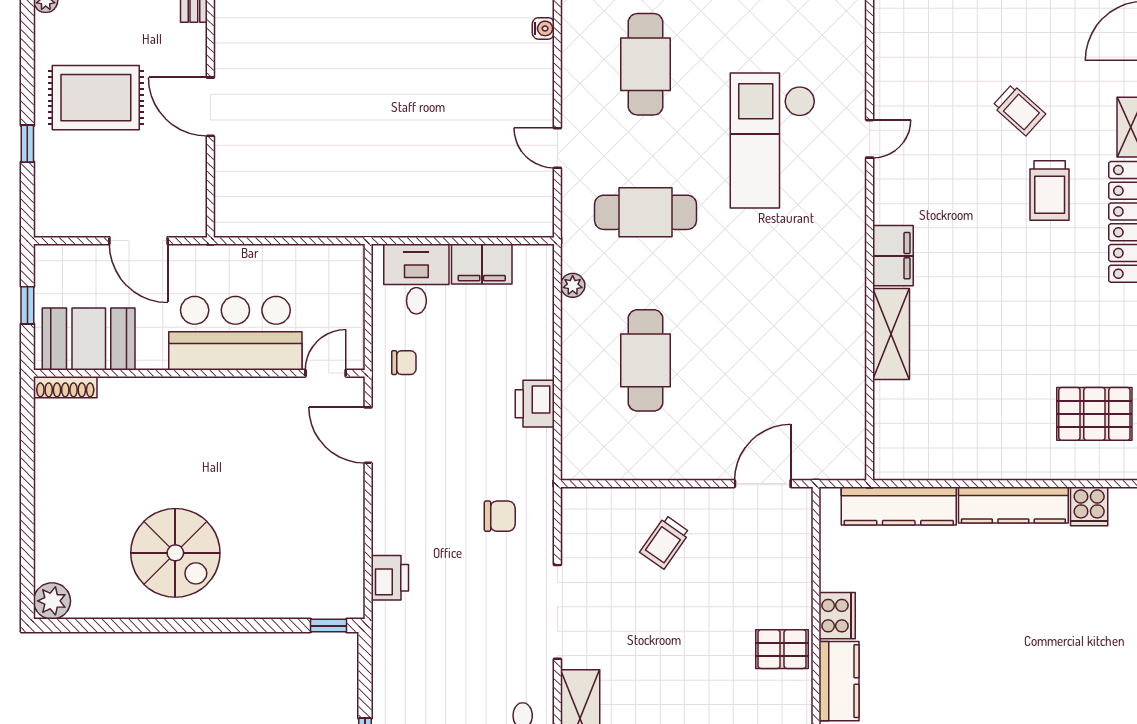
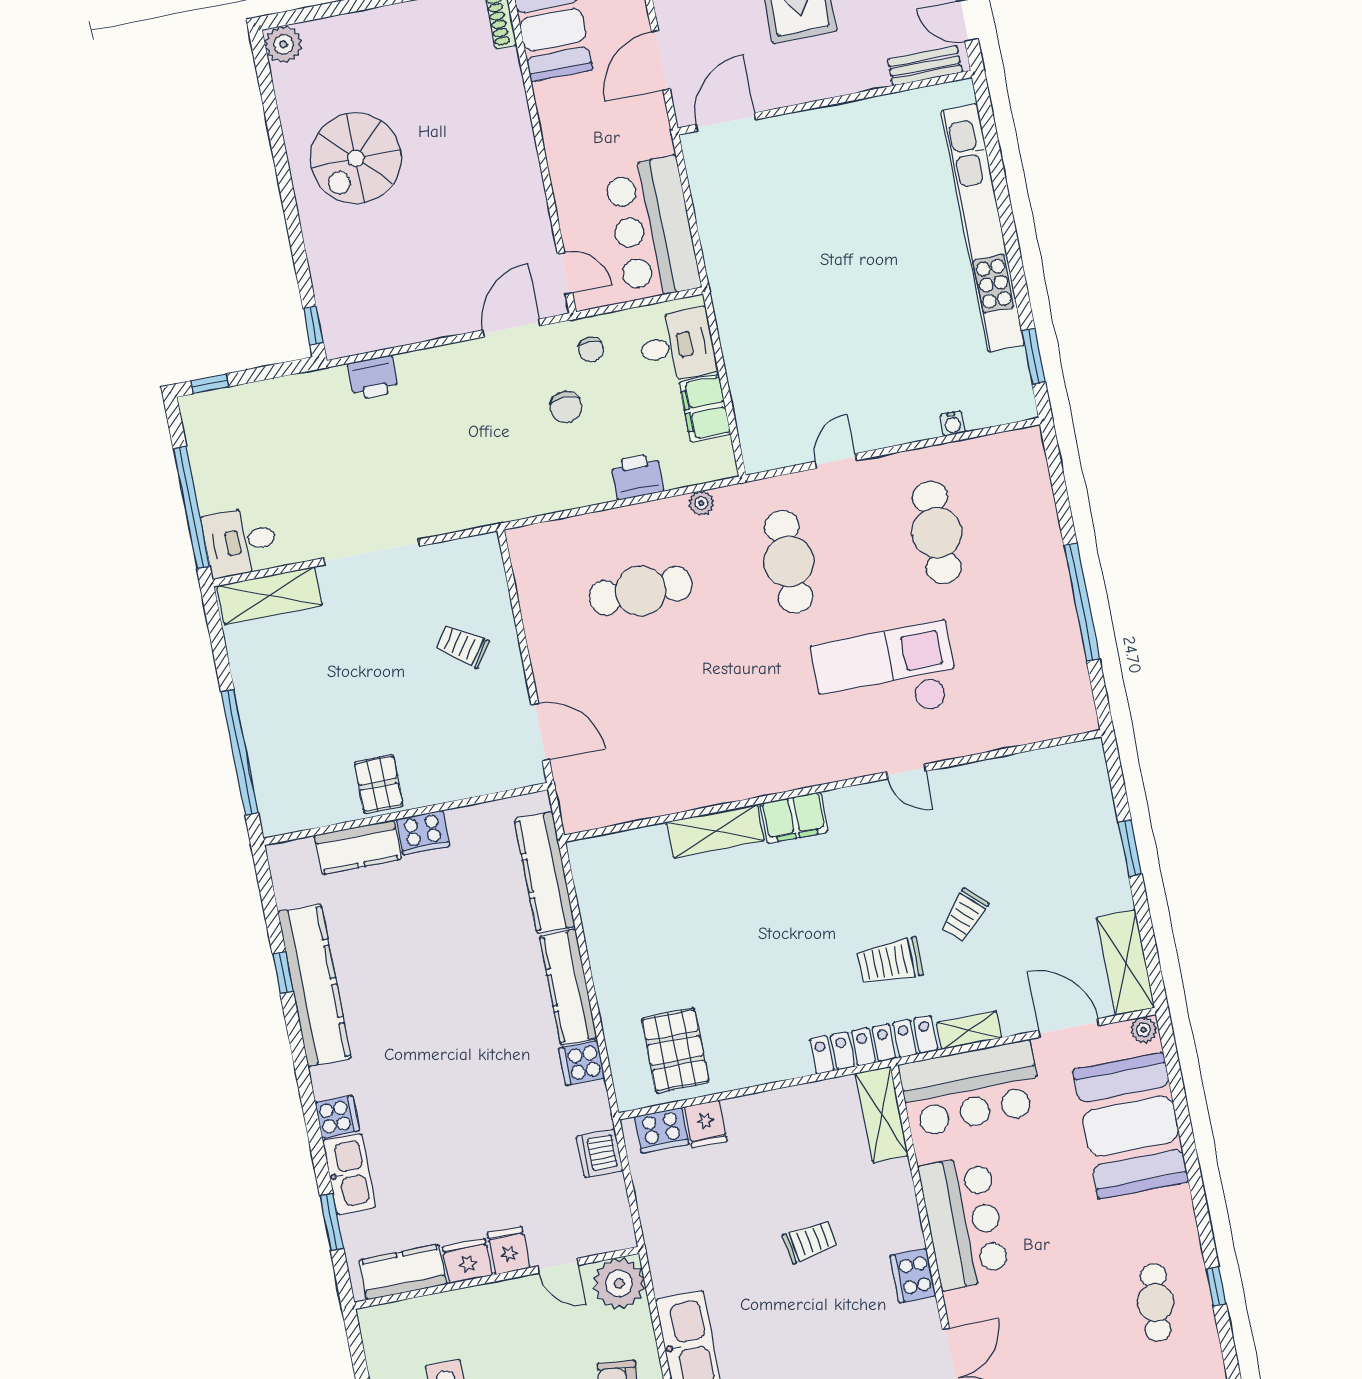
cafe table: (646, 64) -> (937, 533), turned 90
door: (210, 107) -> (726, 122), moved
bar counter: (235, 333) -> (652, 228), moved, turned 180
printer: (535, 404) -> (637, 476), moved
chair: (500, 516) -> (566, 407), moved

